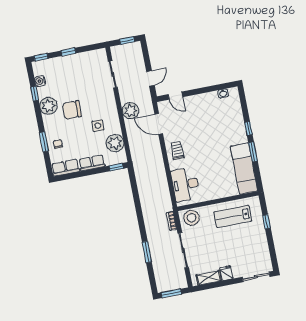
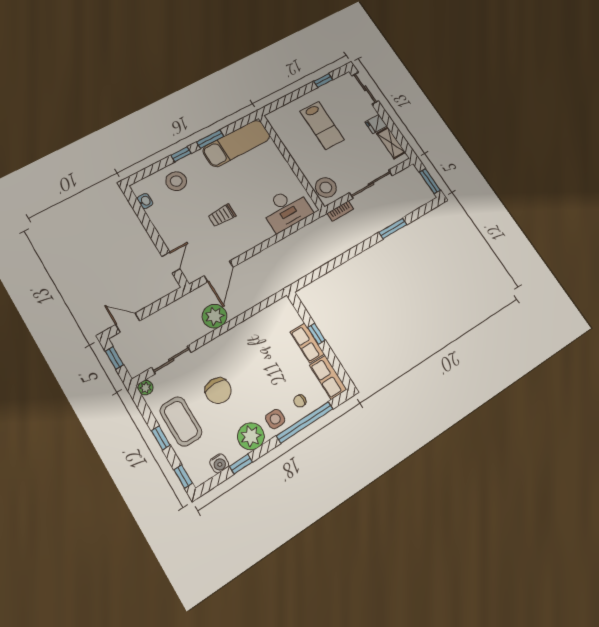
coffee table: (73, 67) -> (181, 421), added
door: (150, 78) -> (128, 323), moved
chair: (72, 110) -> (218, 391), moved
stool: (230, 118) -> (176, 181), added
side table: (98, 126) -> (275, 419), moved
window: (44, 142) -> (305, 422), width x2.11
plant: (115, 143) -> (145, 388), moved, width x0.53, depth x0.53
trolley: (177, 150) -> (222, 215), moved
window: (116, 167) -> (316, 334), moved
lab bench: (233, 217) -> (322, 125), moved
window: (267, 222) -> (323, 80), moved

